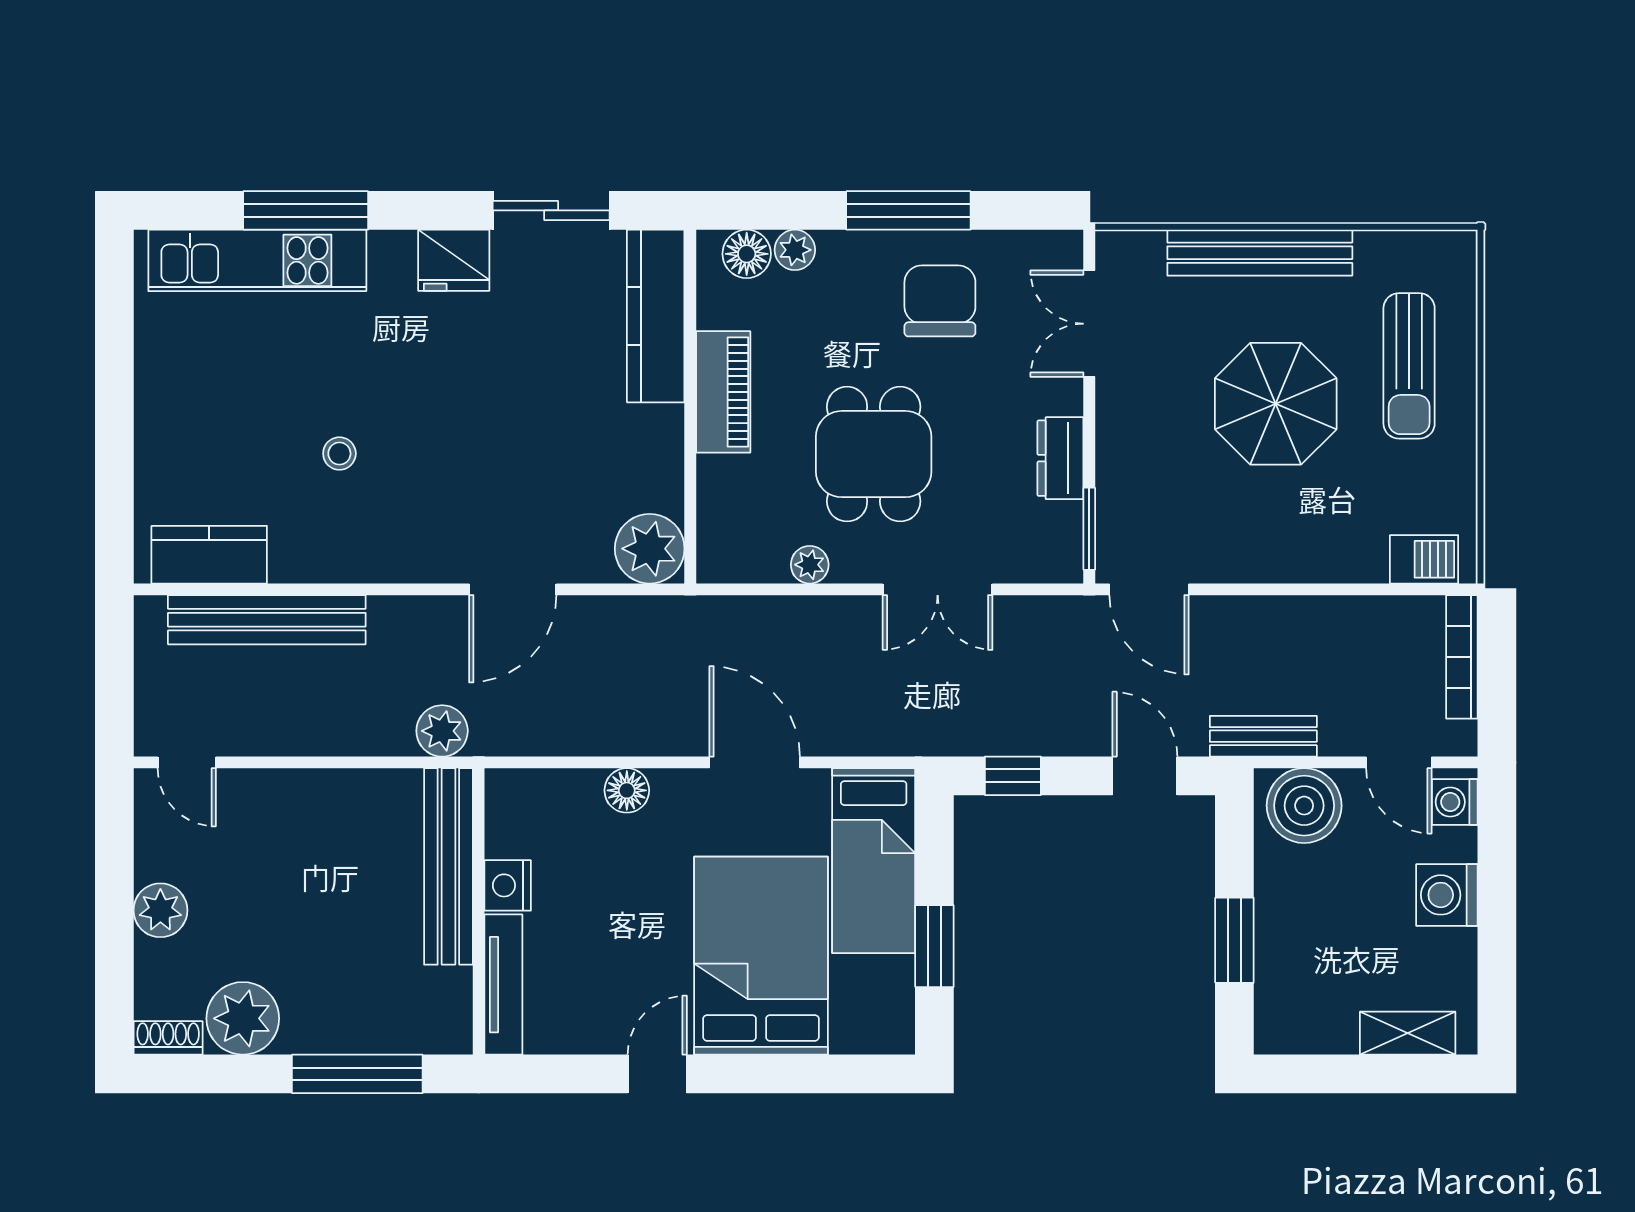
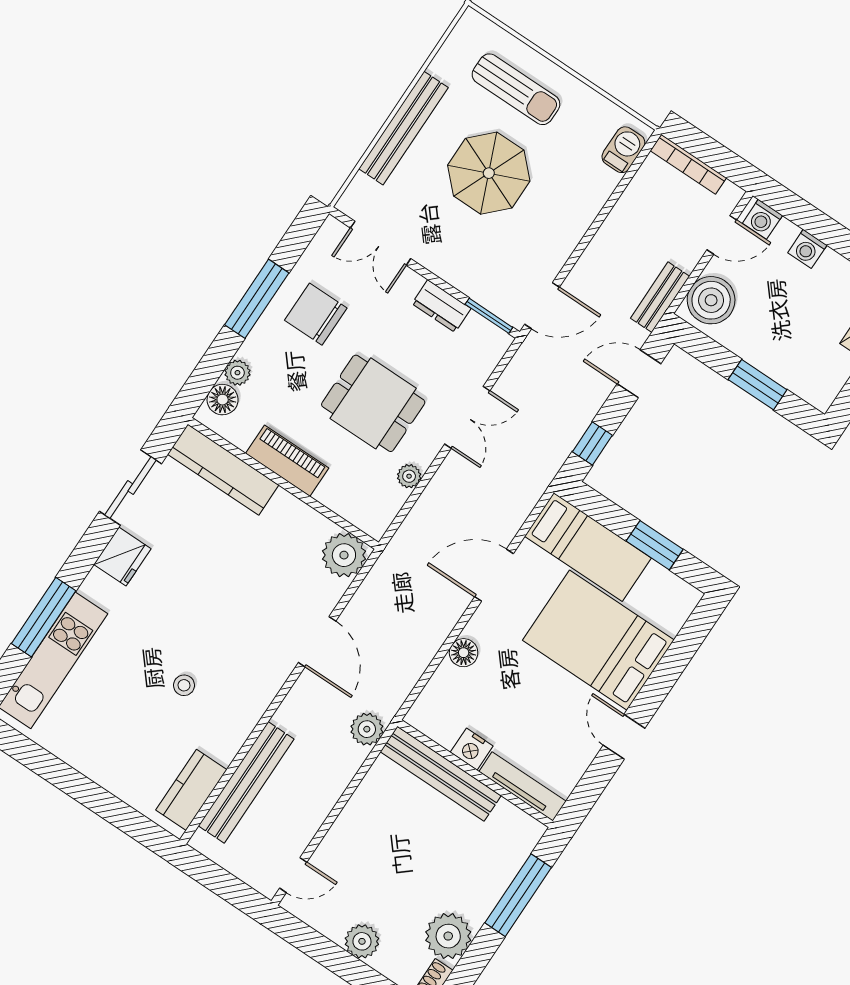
washing machine: (1447, 895) -> (807, 249), width x0.73, depth x0.73

